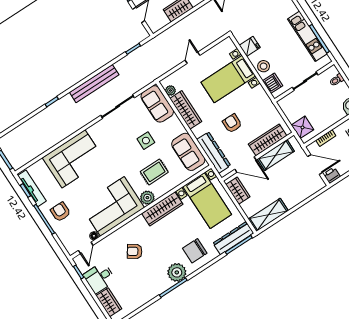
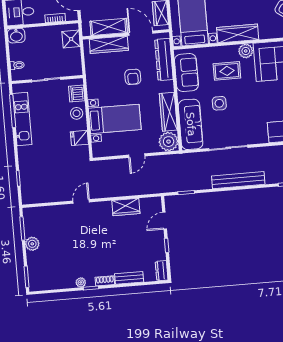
plant: (170, 91) -> (169, 142), width x1.88, depth x1.88
sofa: (157, 104) -> (191, 124), width x1.36

